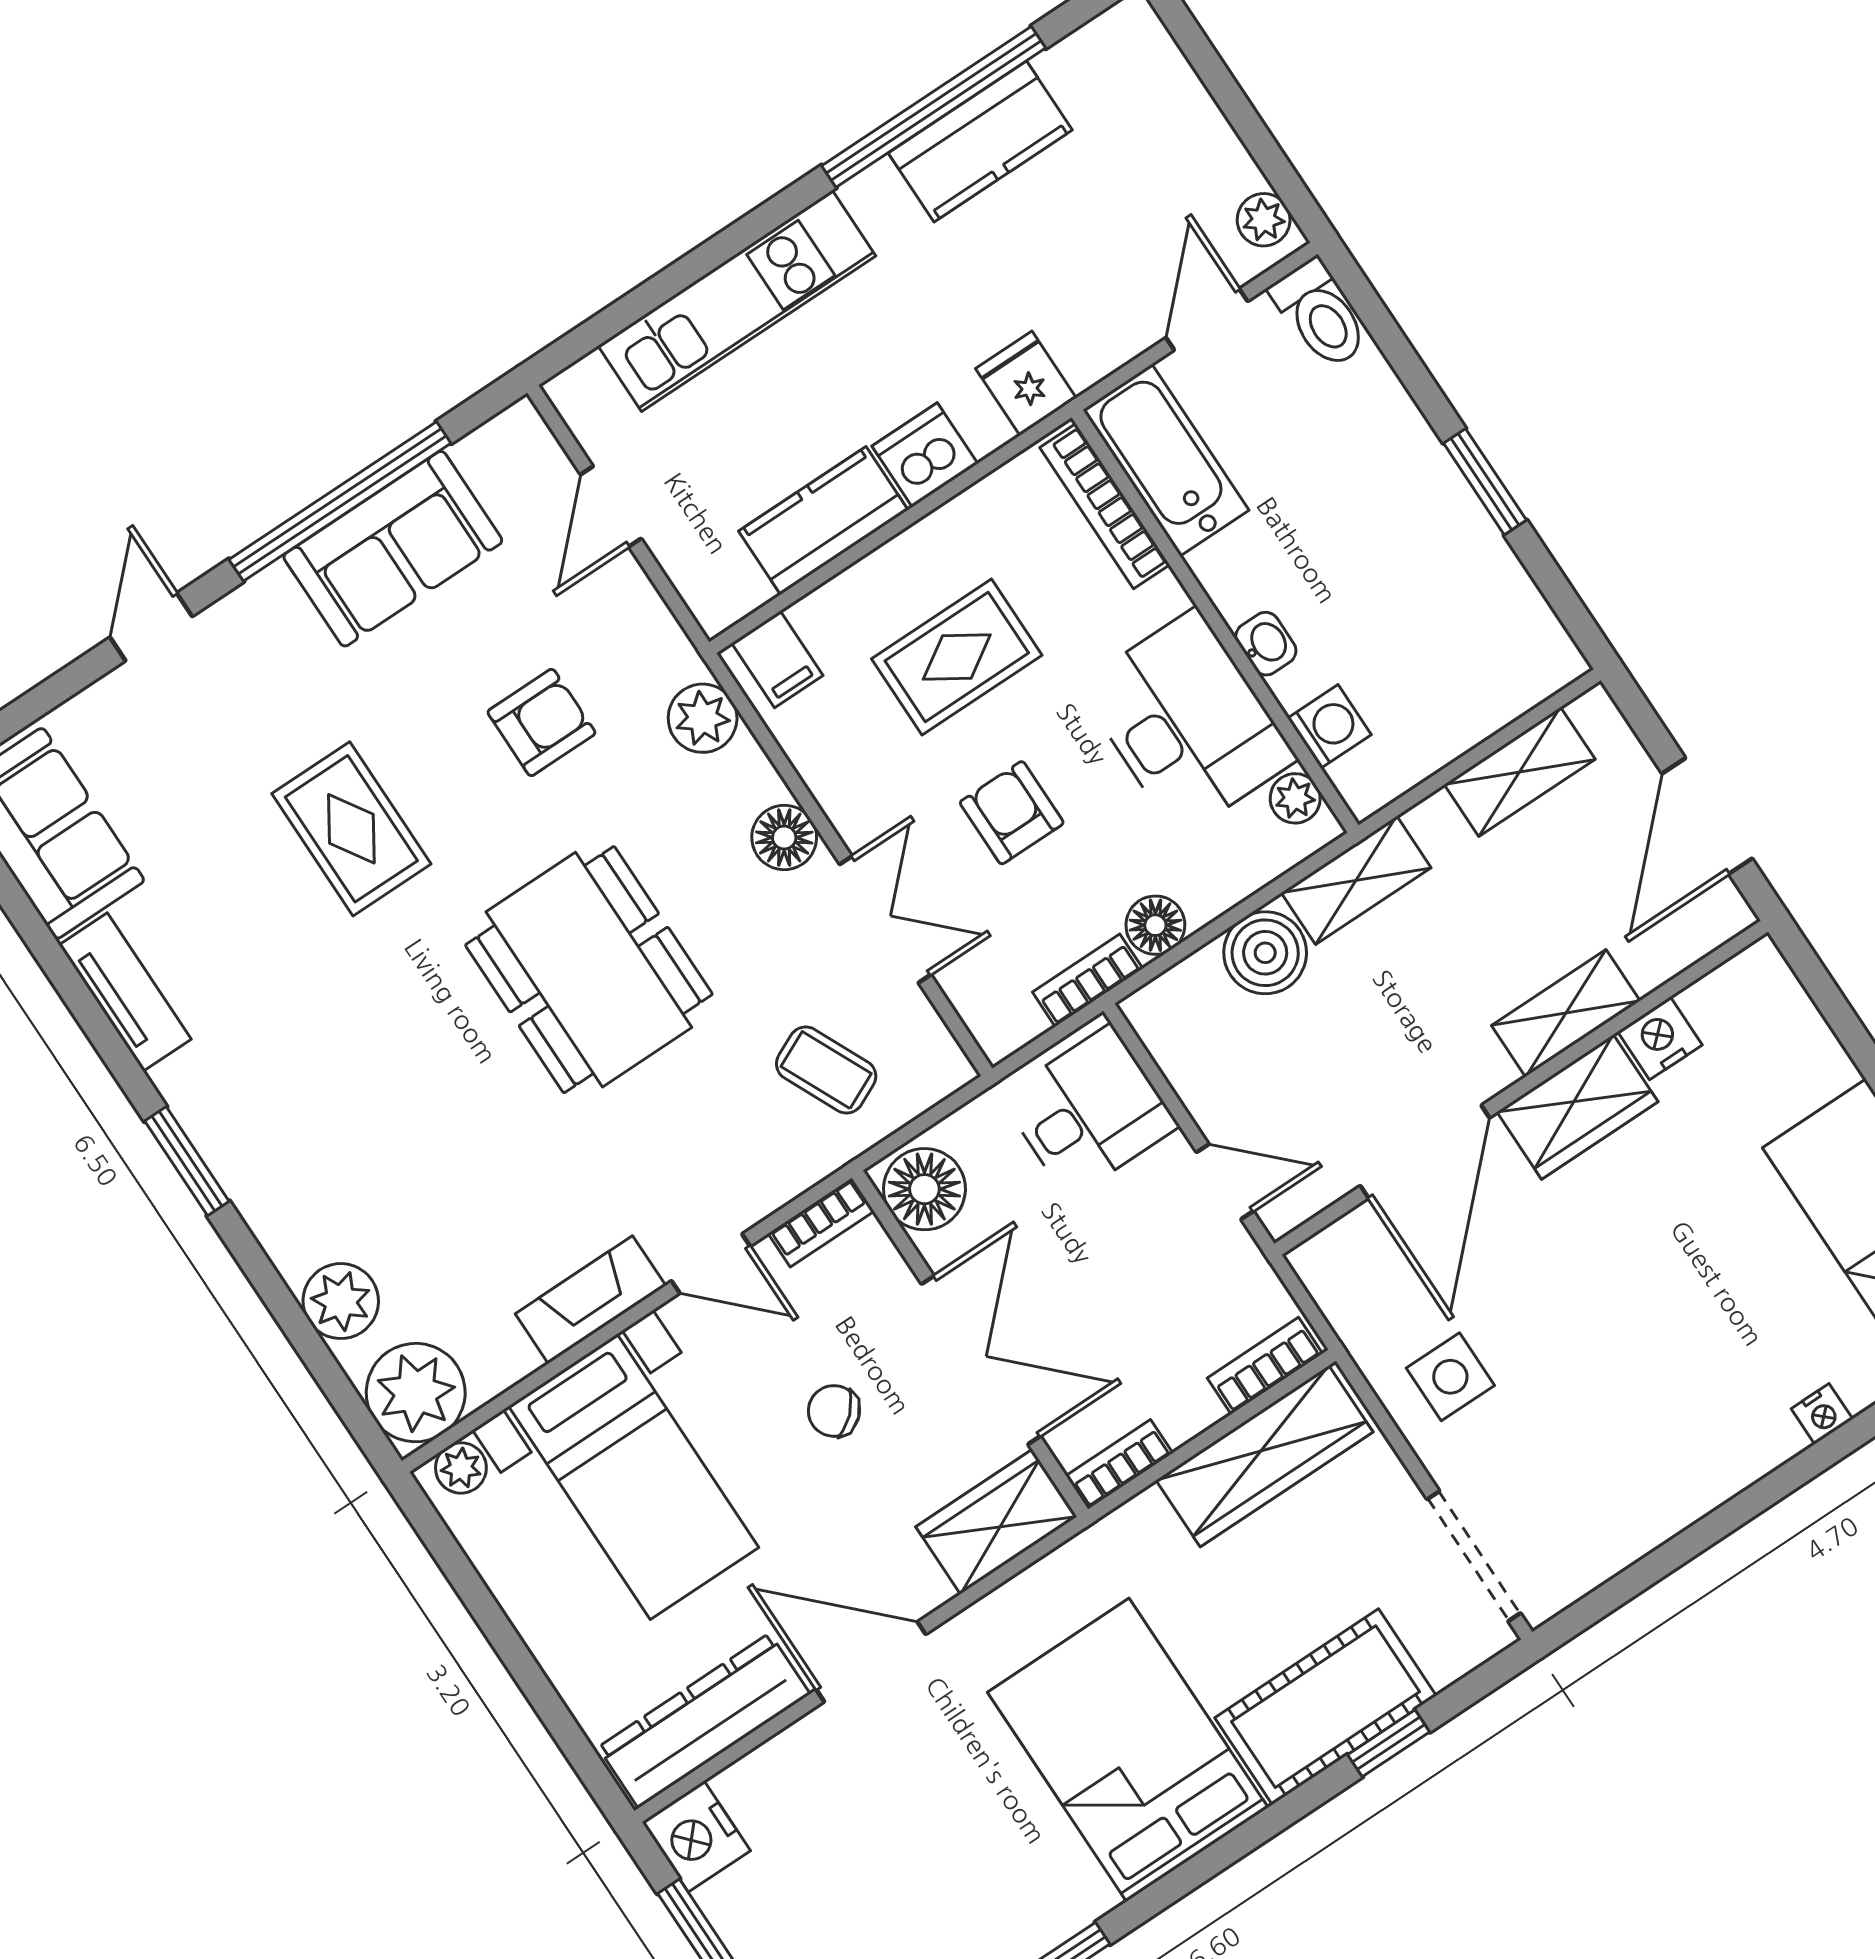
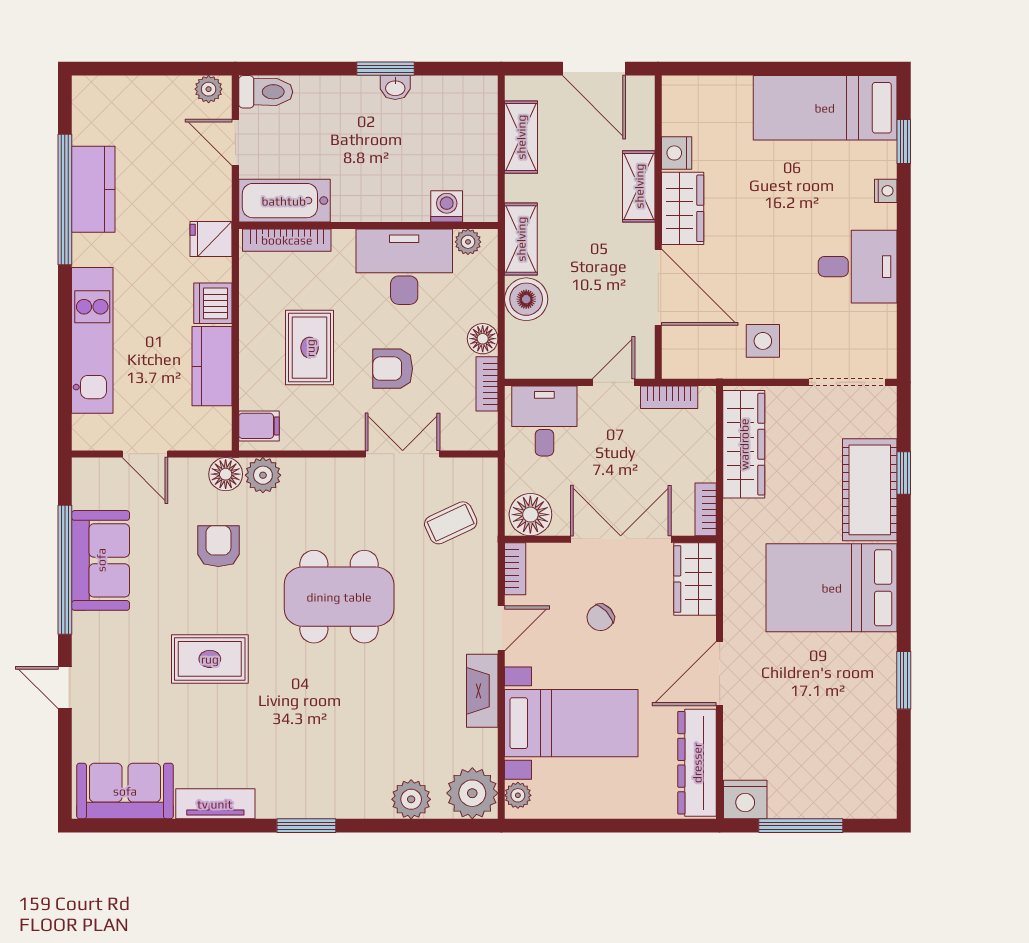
washbasin: (1266, 644) -> (395, 88), moved, turned 180
floor lamp: (784, 838) -> (226, 474), moved
bookcase: (1265, 1366) -> (669, 397), moved, turned -90
desk: (1670, 1450) -> (858, 267), added

